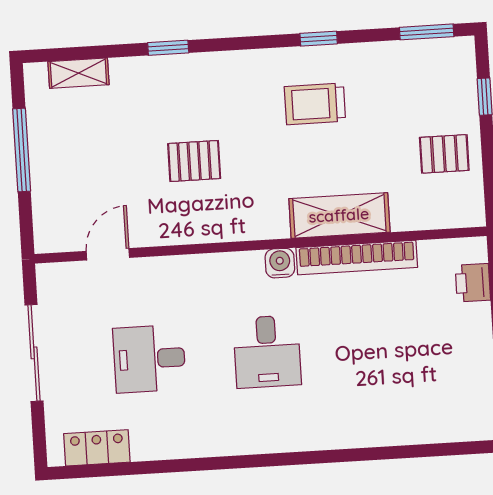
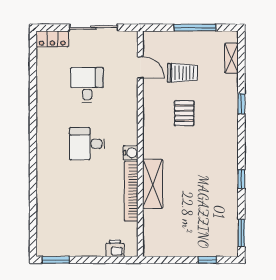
trolley: (315, 104) -> (182, 73), moved, turned 90
pallet: (444, 154) -> (180, 238), removed
locker: (97, 448) -> (52, 39), moved, turned 90

